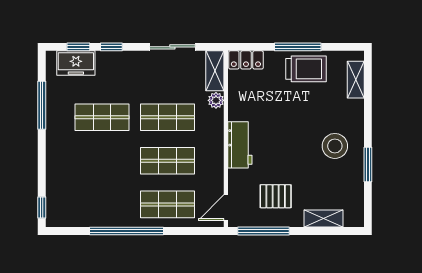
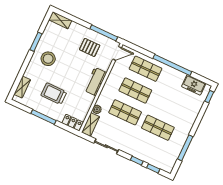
freezer: (76, 63) -> (194, 85), moved, turned 180
trolley: (306, 69) -> (54, 94), moved
shelving: (323, 219) -> (60, 20), moved

